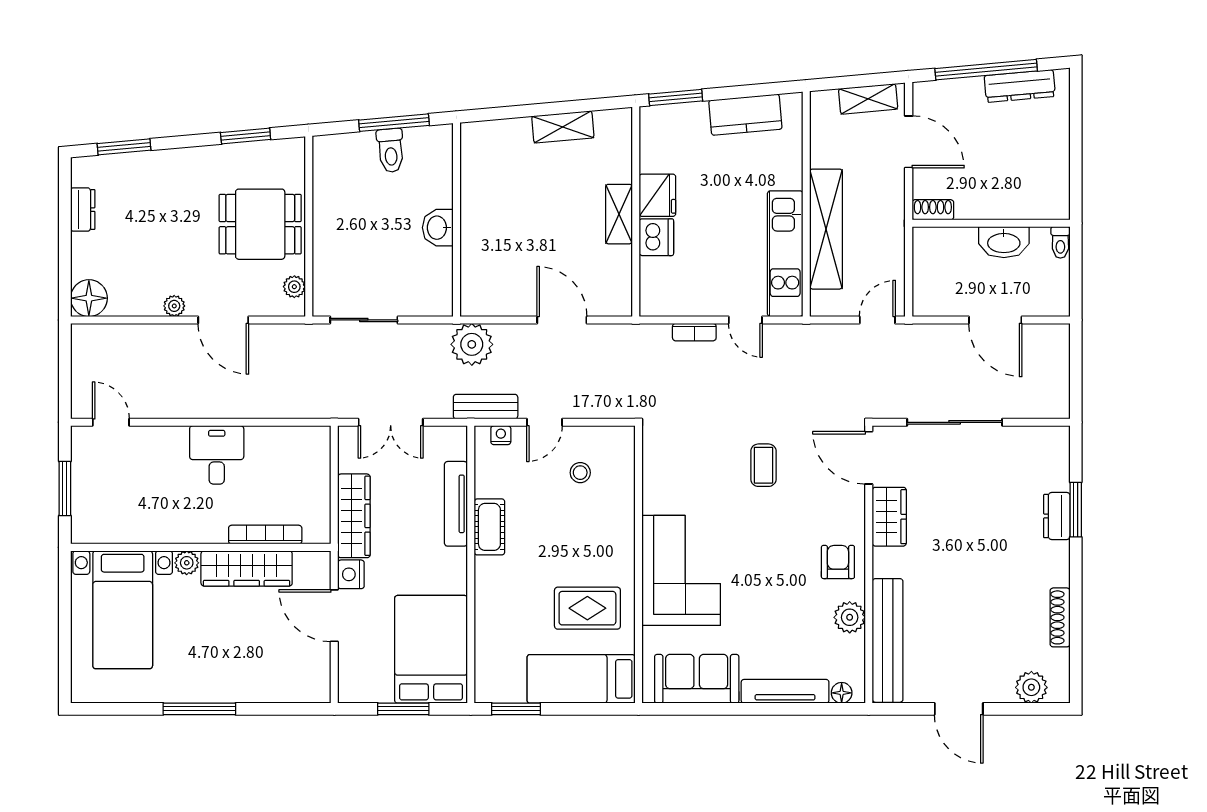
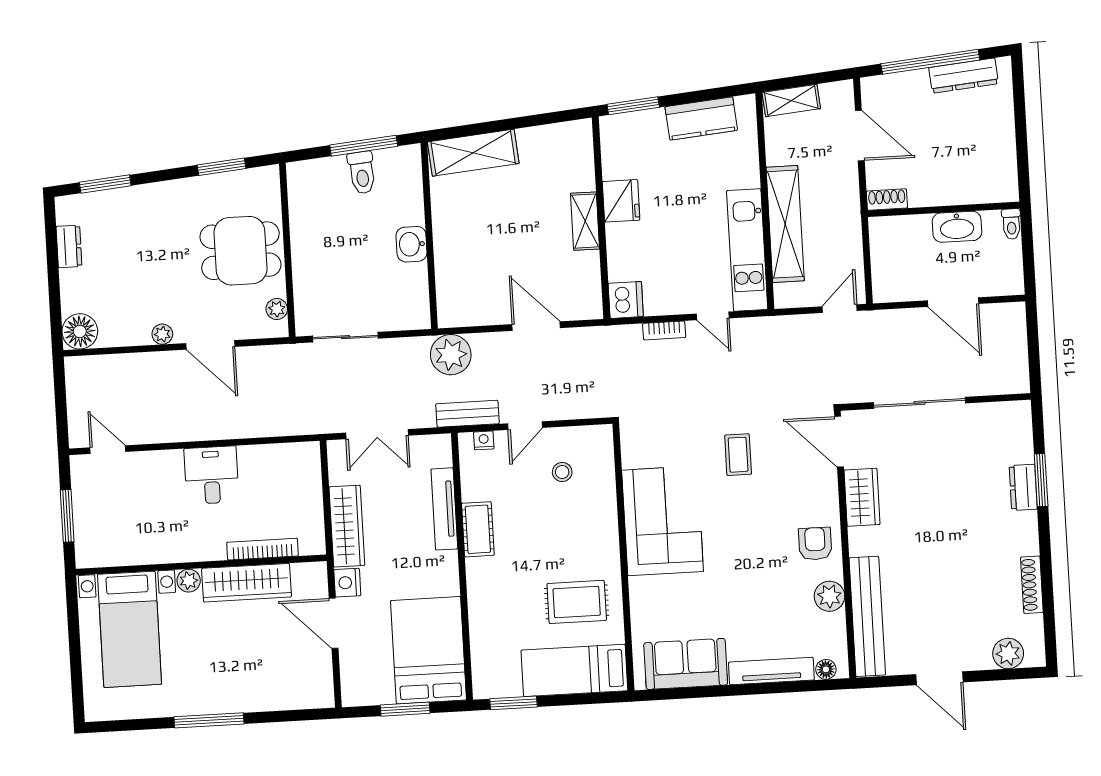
shelving: (868, 99) -> (791, 100), moved
shelving: (563, 127) -> (473, 153), moved, width x1.50, depth x1.33
dishwasher: (656, 237) -> (626, 300), moved
corner sofa: (681, 570) -> (662, 521), moved

